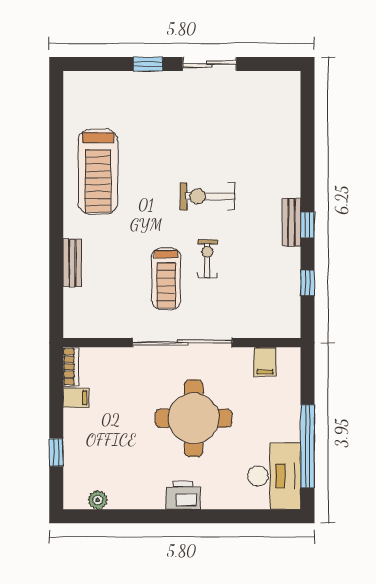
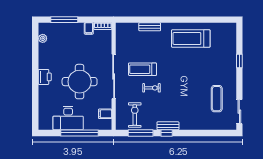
sliding door: (210, 64) -> (239, 112), moved
exercise mat: (231, 114) -> (217, 99), added
exercise bike: (207, 196) -> (135, 115), moved
window: (307, 283) -> (141, 133), width x2.17
window: (307, 446) -> (80, 133), moved
window: (56, 452) -> (64, 20), width x2.17
desk: (274, 476) -> (68, 118), moved

